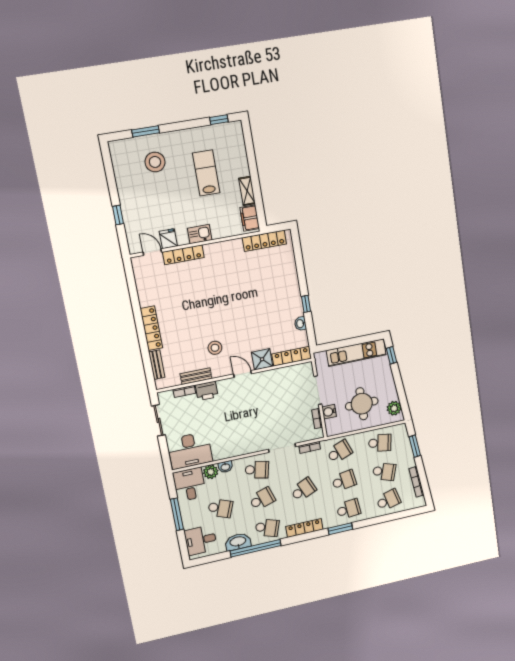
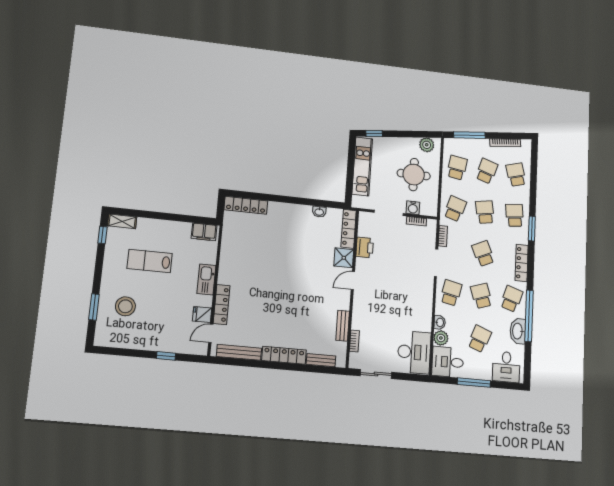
shelving: (247, 191) -> (122, 221), moved
kitchen sink: (200, 234) -> (206, 279), width x1.38
locker: (264, 241) -> (246, 205), moved, turned 90
bench: (142, 284) -> (239, 352), added
window: (306, 304) -> (302, 201), removed
stool: (215, 348) -> (320, 300), removed
printer: (207, 391) -> (365, 247), moved
window: (415, 446) -> (469, 135), width x1.44
school desk: (339, 452) -> (455, 209), turned 39

